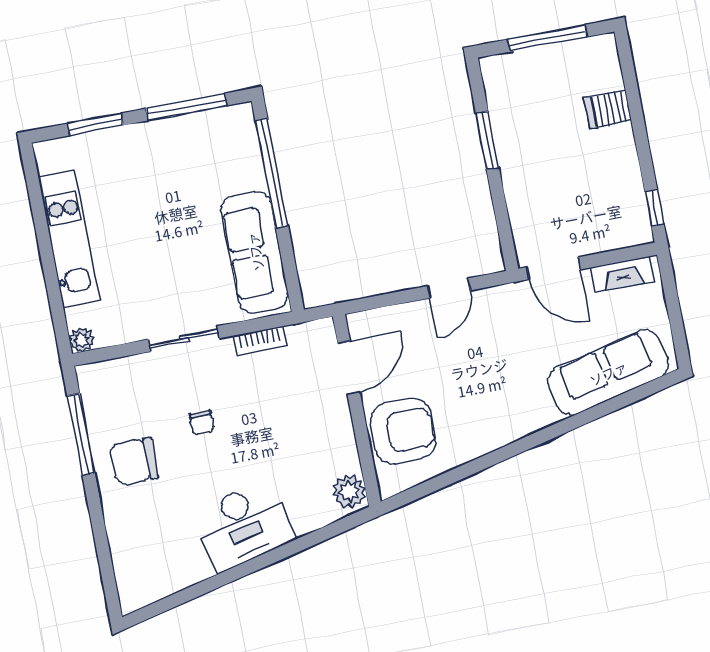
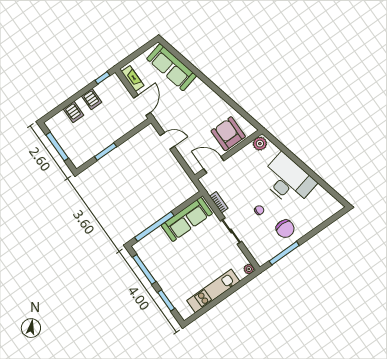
server rack: (618, 162) -> (92, 99), added
desk: (243, 526) -> (288, 180), width x1.36, depth x1.30

